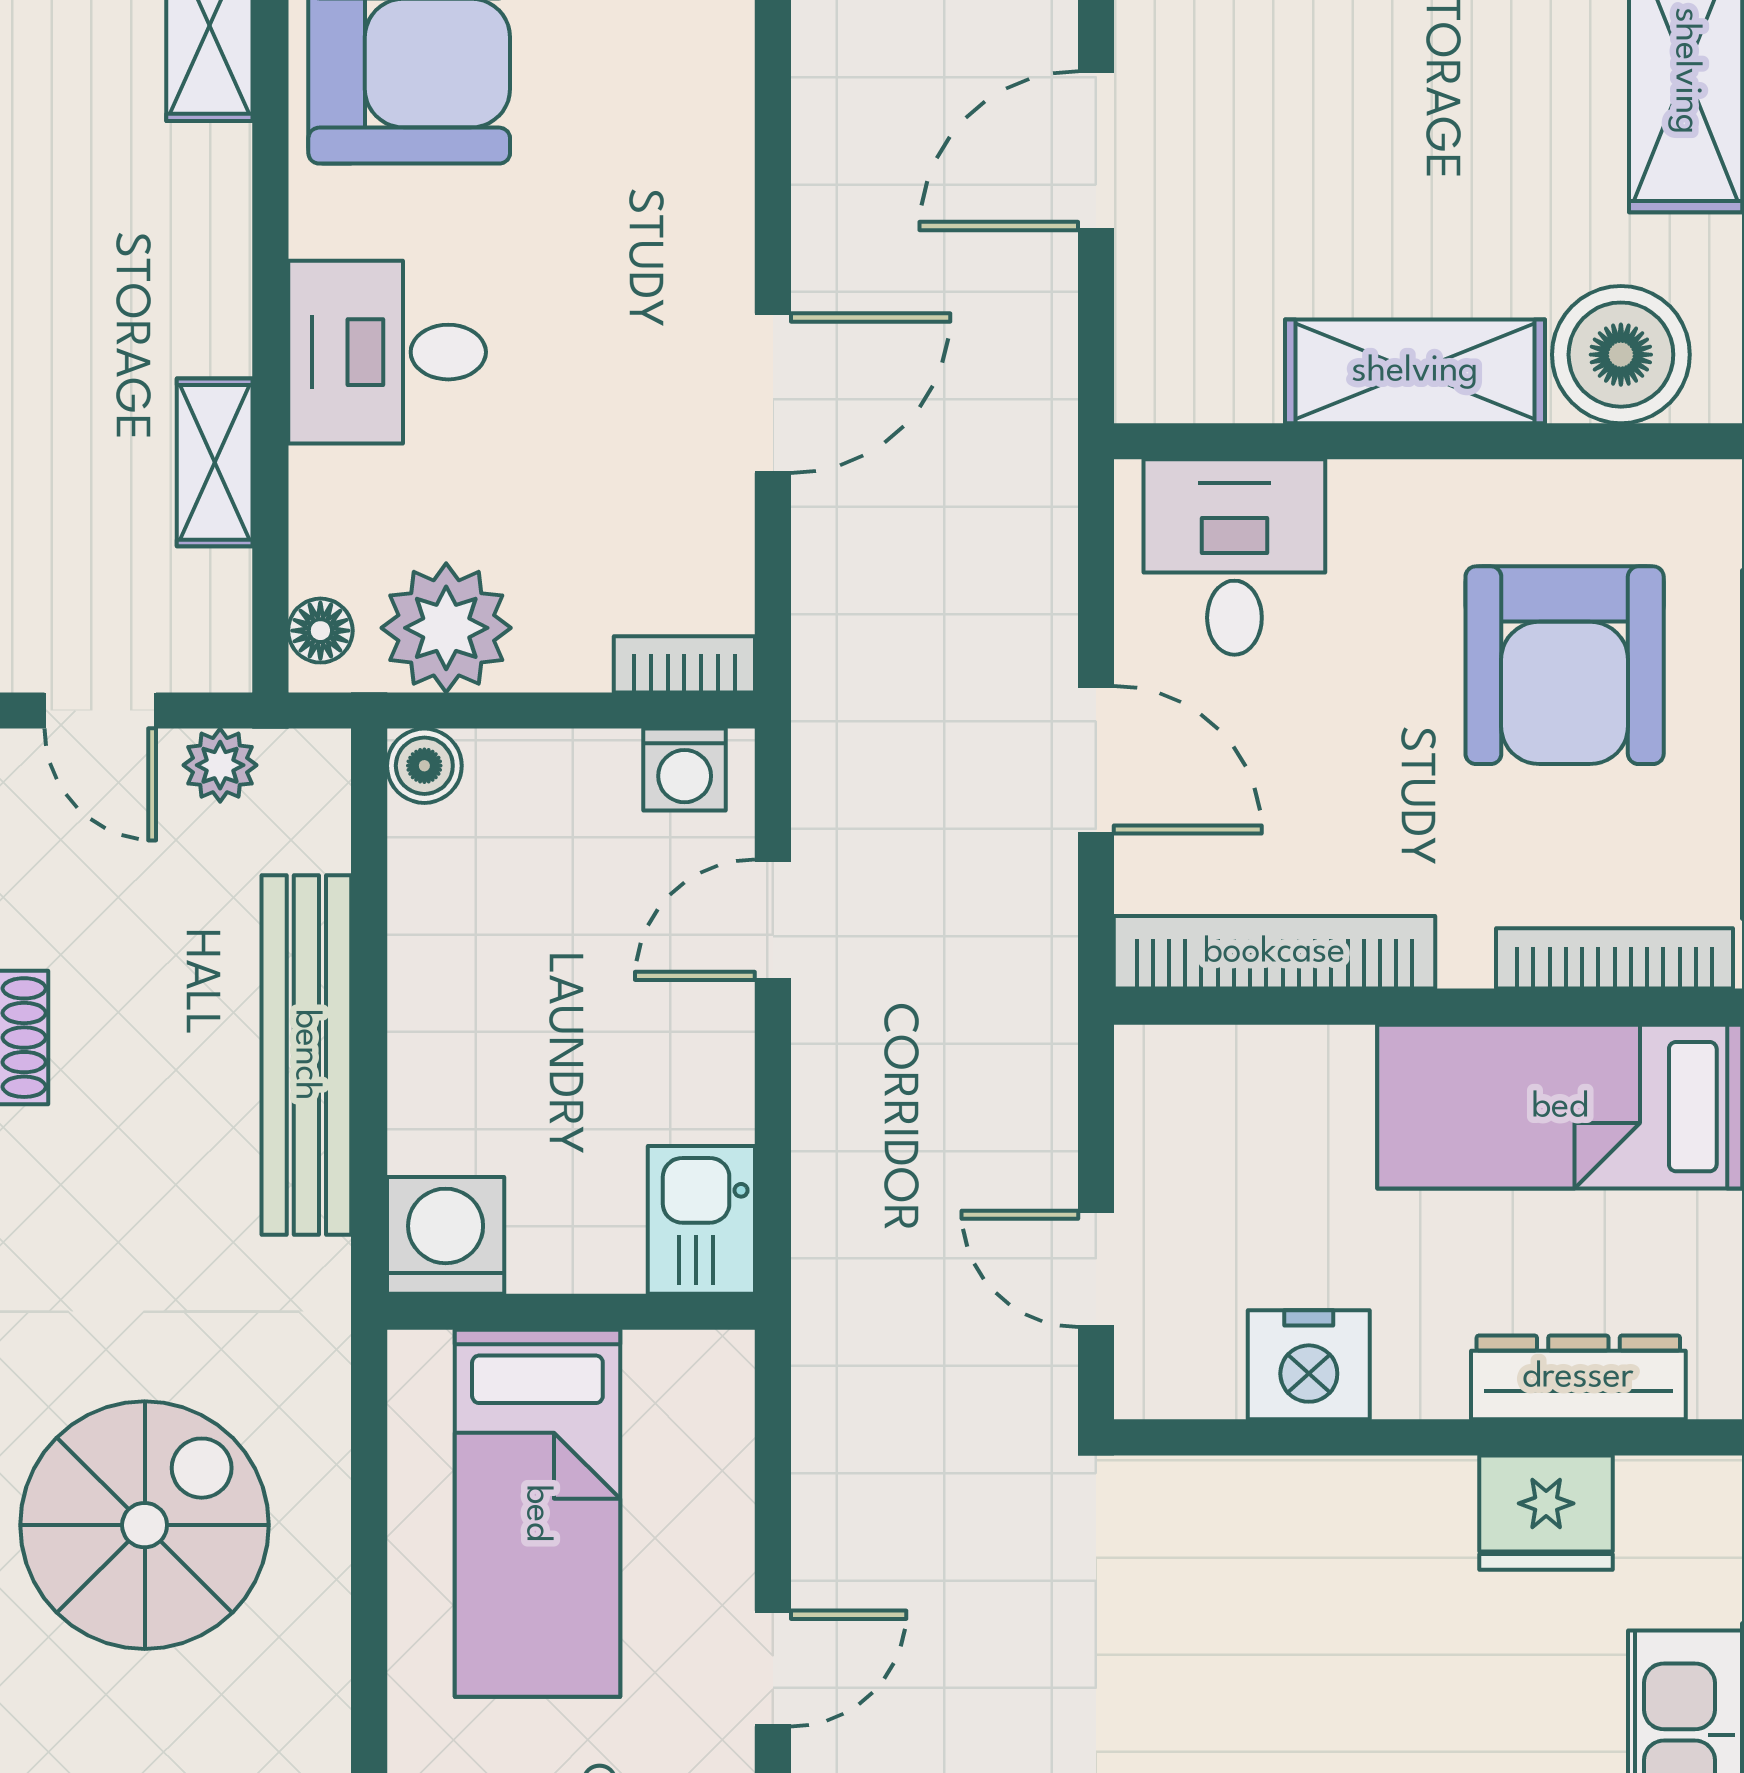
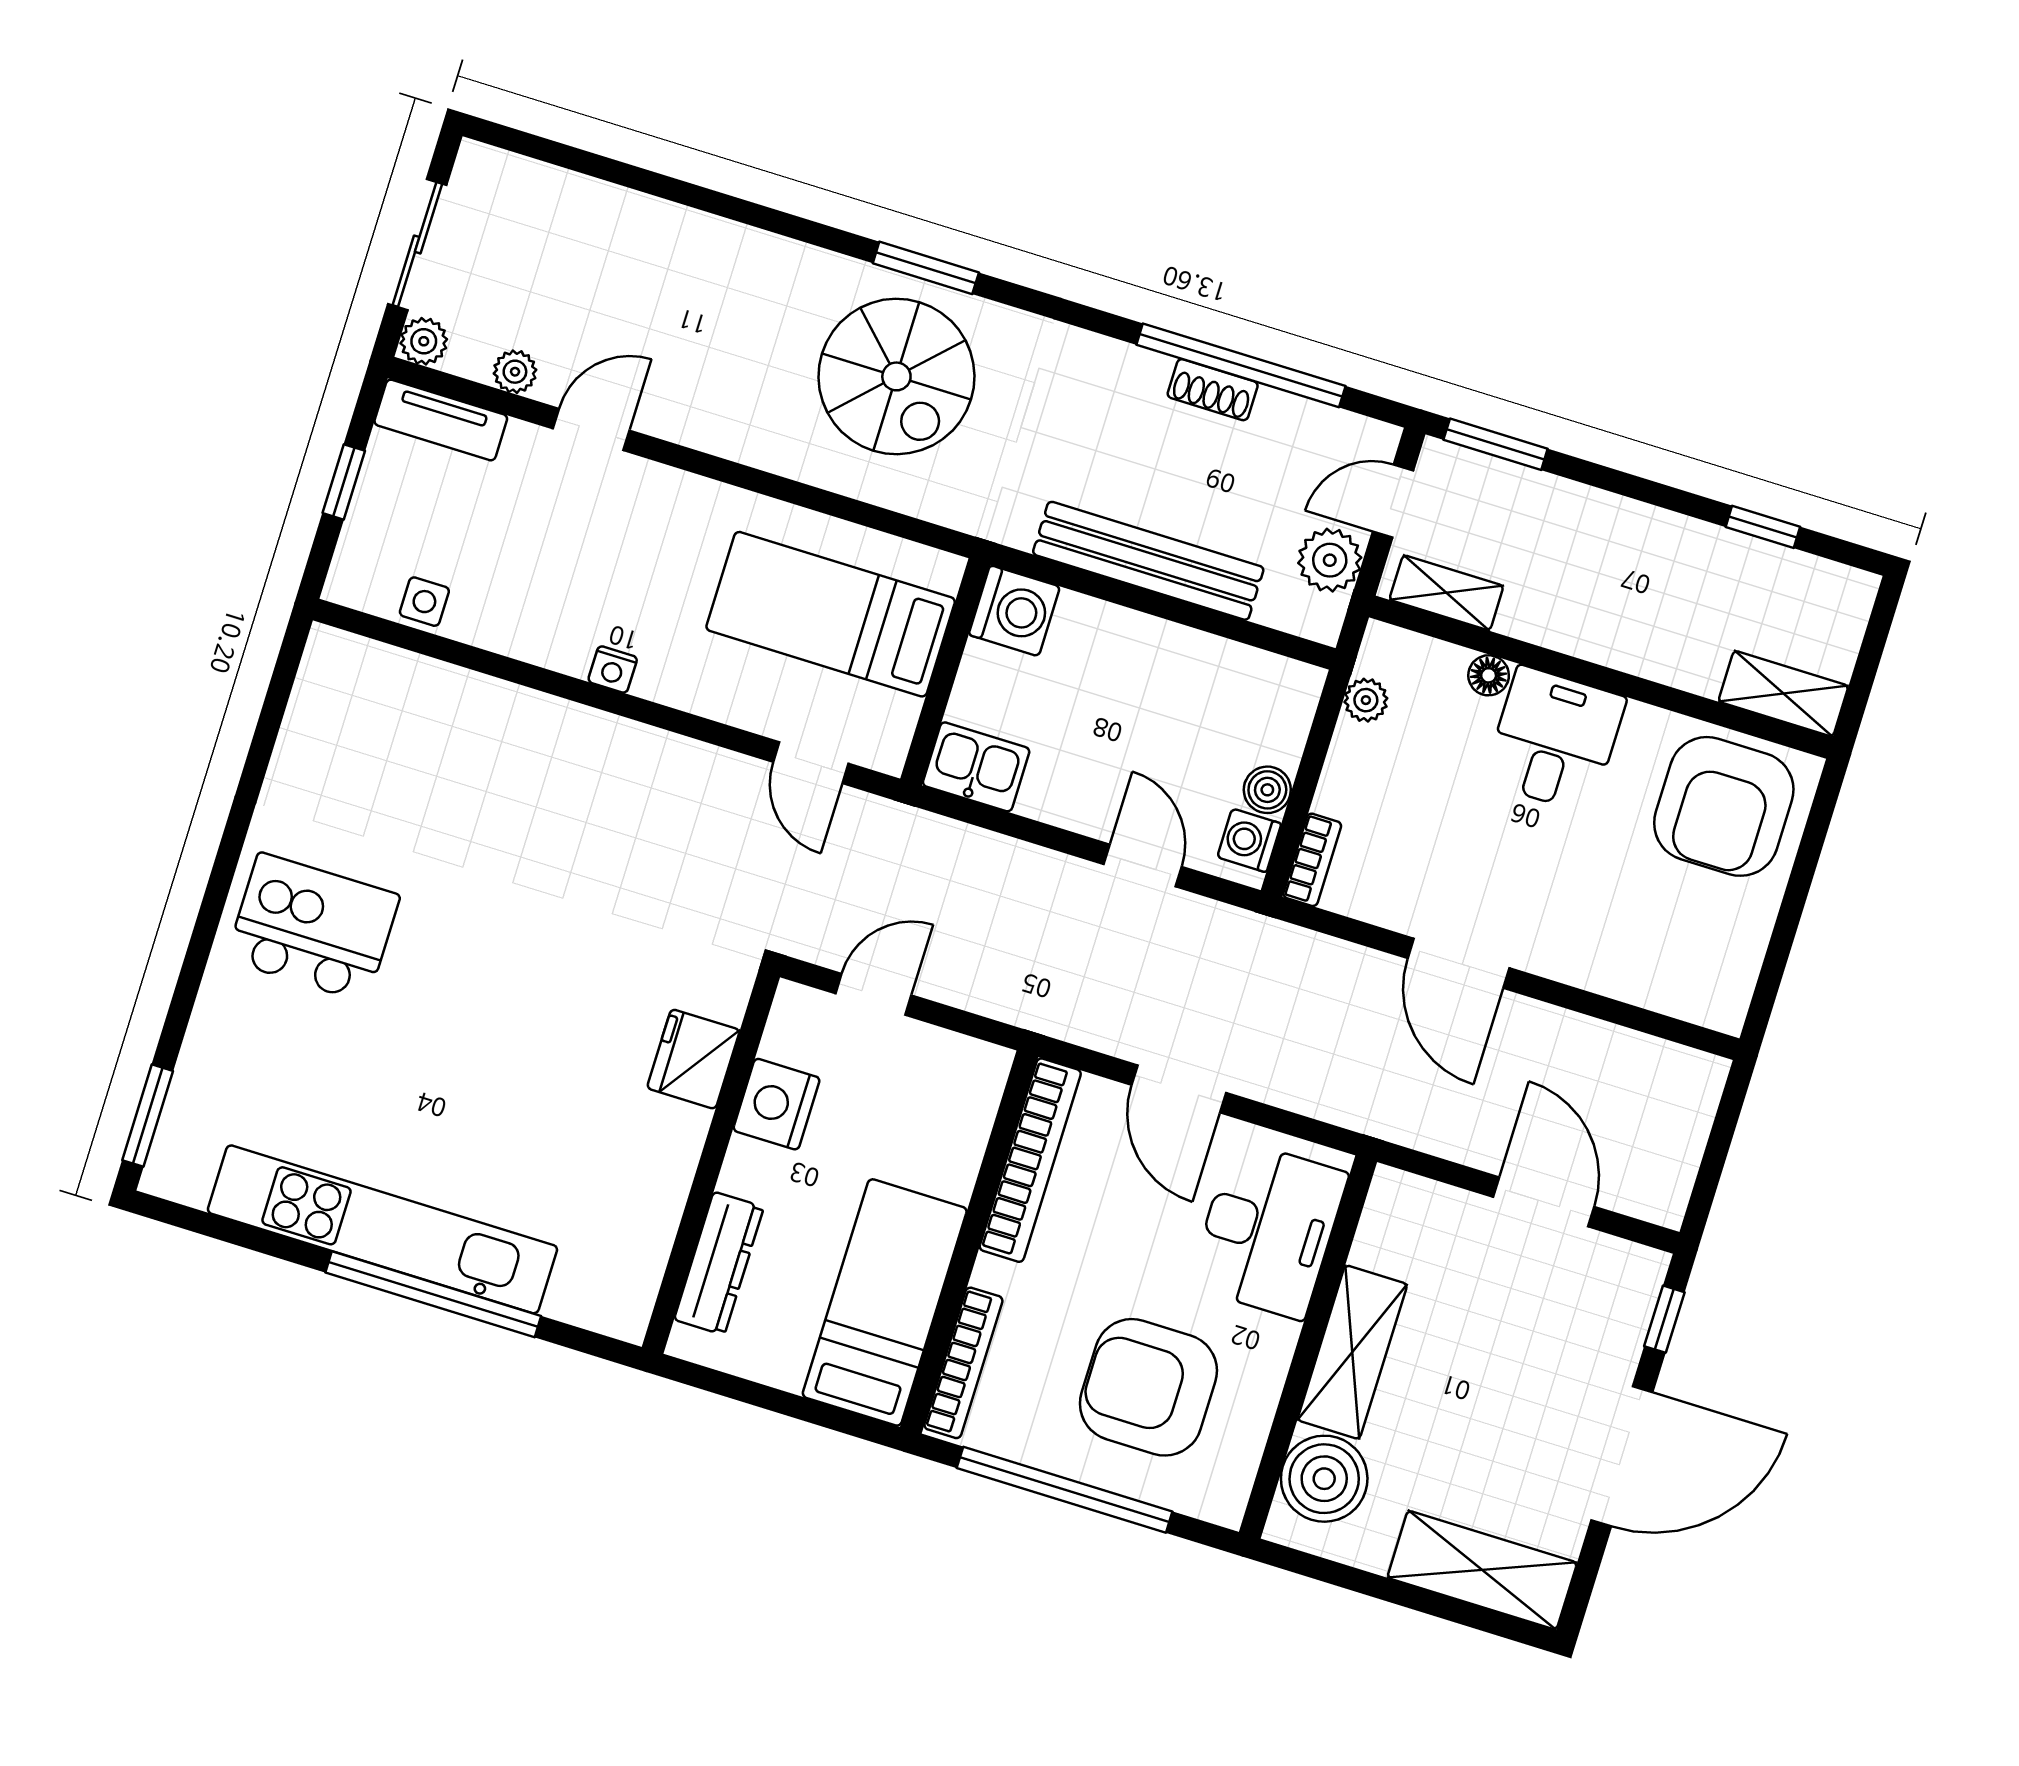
shelving: (215, 462) -> (1446, 593), moved
desk: (1234, 557) -> (1268, 1230), width x1.37
plant: (446, 628) -> (1366, 700), width x0.53, depth x0.53
floor lamp: (320, 631) -> (1489, 675), moved
door: (1096, 760) -> (1179, 1089), hinge flipped
plant: (220, 765) -> (1330, 560), width x1.38, depth x1.38
boiler: (424, 766) -> (1267, 790), moved
fridge: (1546, 1513) -> (693, 1059), moved
door: (773, 1669) -> (811, 763), moved

